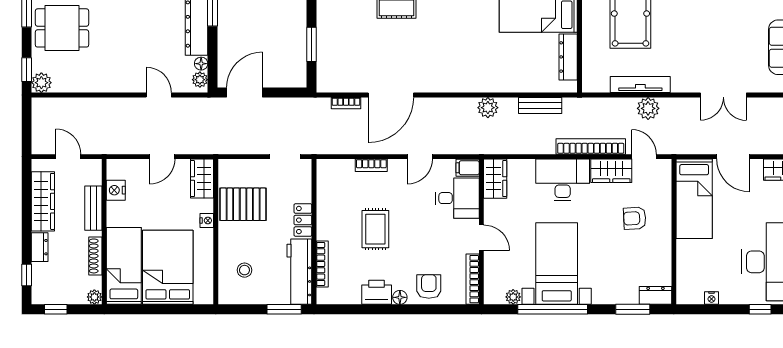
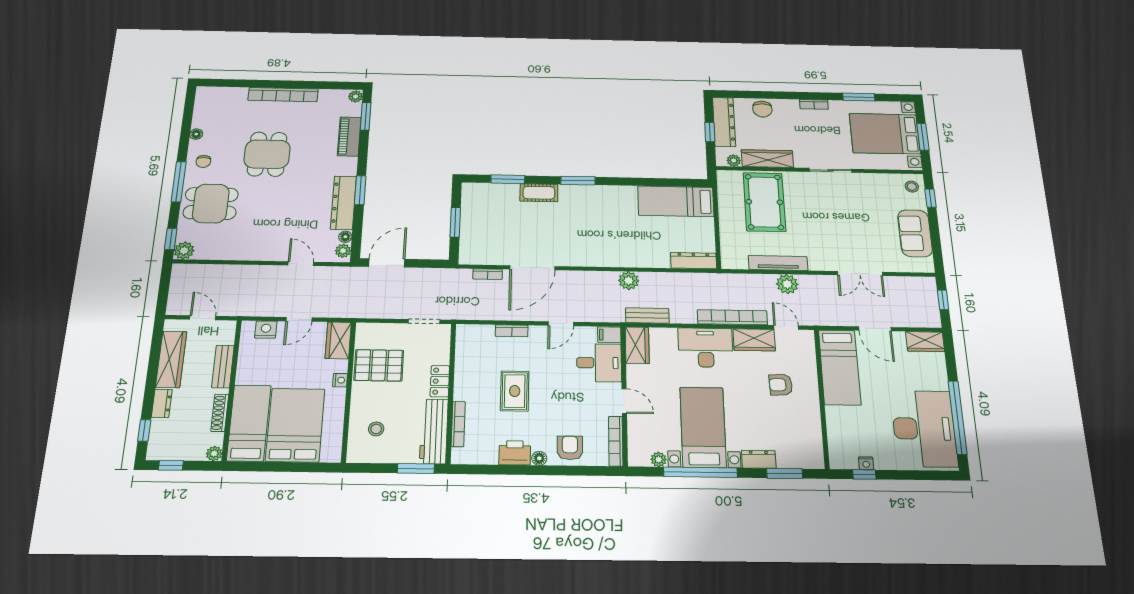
dresser: (568, 57) -> (693, 261), moved, turned 90
bench: (540, 106) -> (647, 315), moved
nightstand: (116, 190) -> (266, 330), moved, turned 90
dresser: (656, 295) -> (759, 459), moved
window: (760, 309) -> (864, 474), moved

